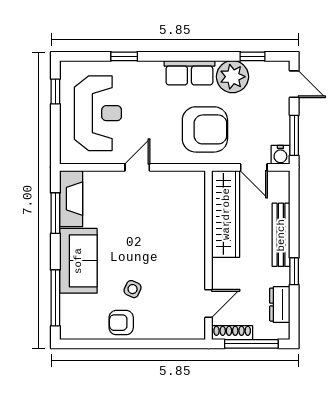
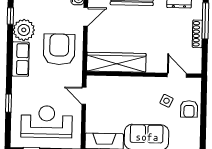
wardrobe: (226, 214) -> (116, 62), moved
wall: (208, 255) -> (144, 75), moved
door: (208, 303) -> (177, 75), moved

